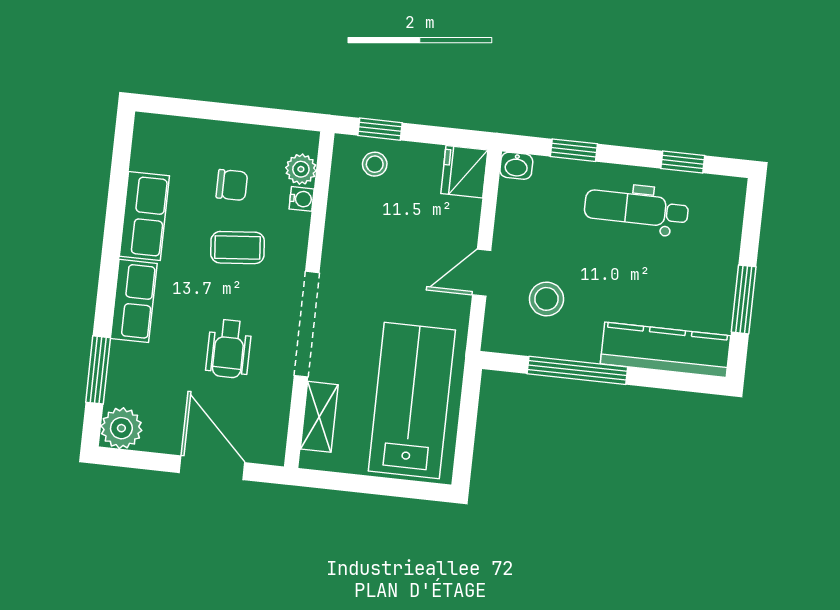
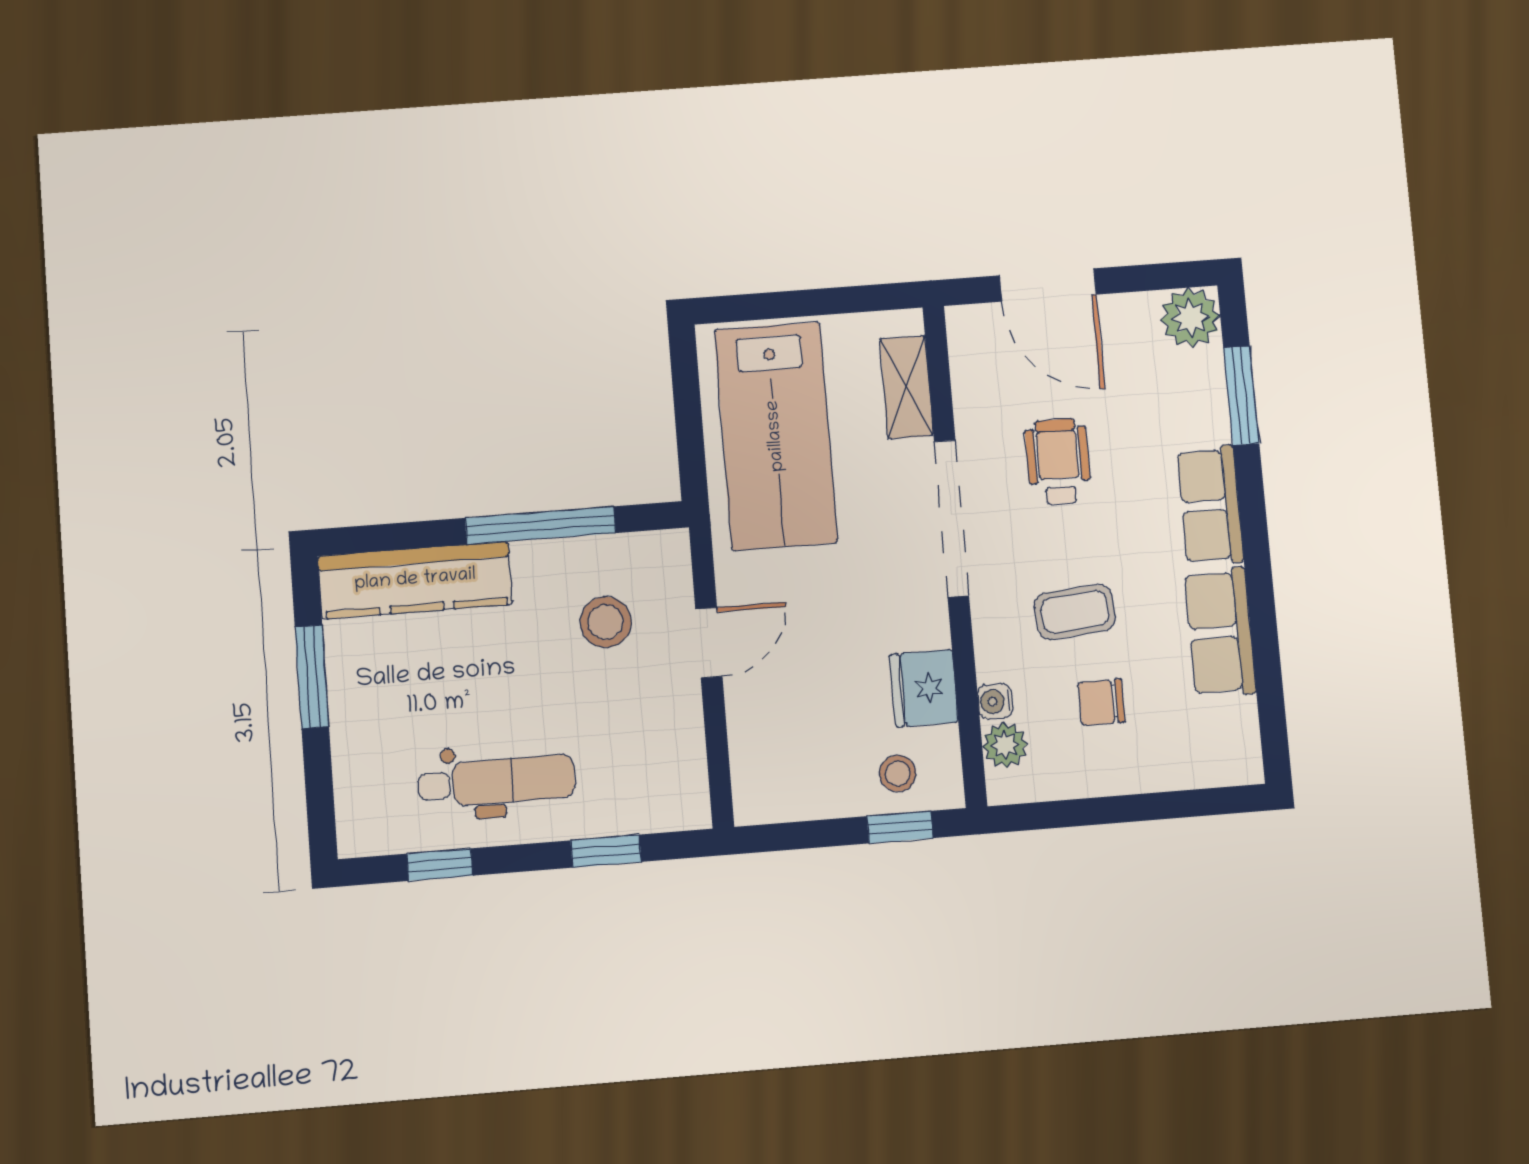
washbasin: (516, 166) -> (687, 811), removed
fridge: (464, 172) -> (924, 688), moved, turned 180

